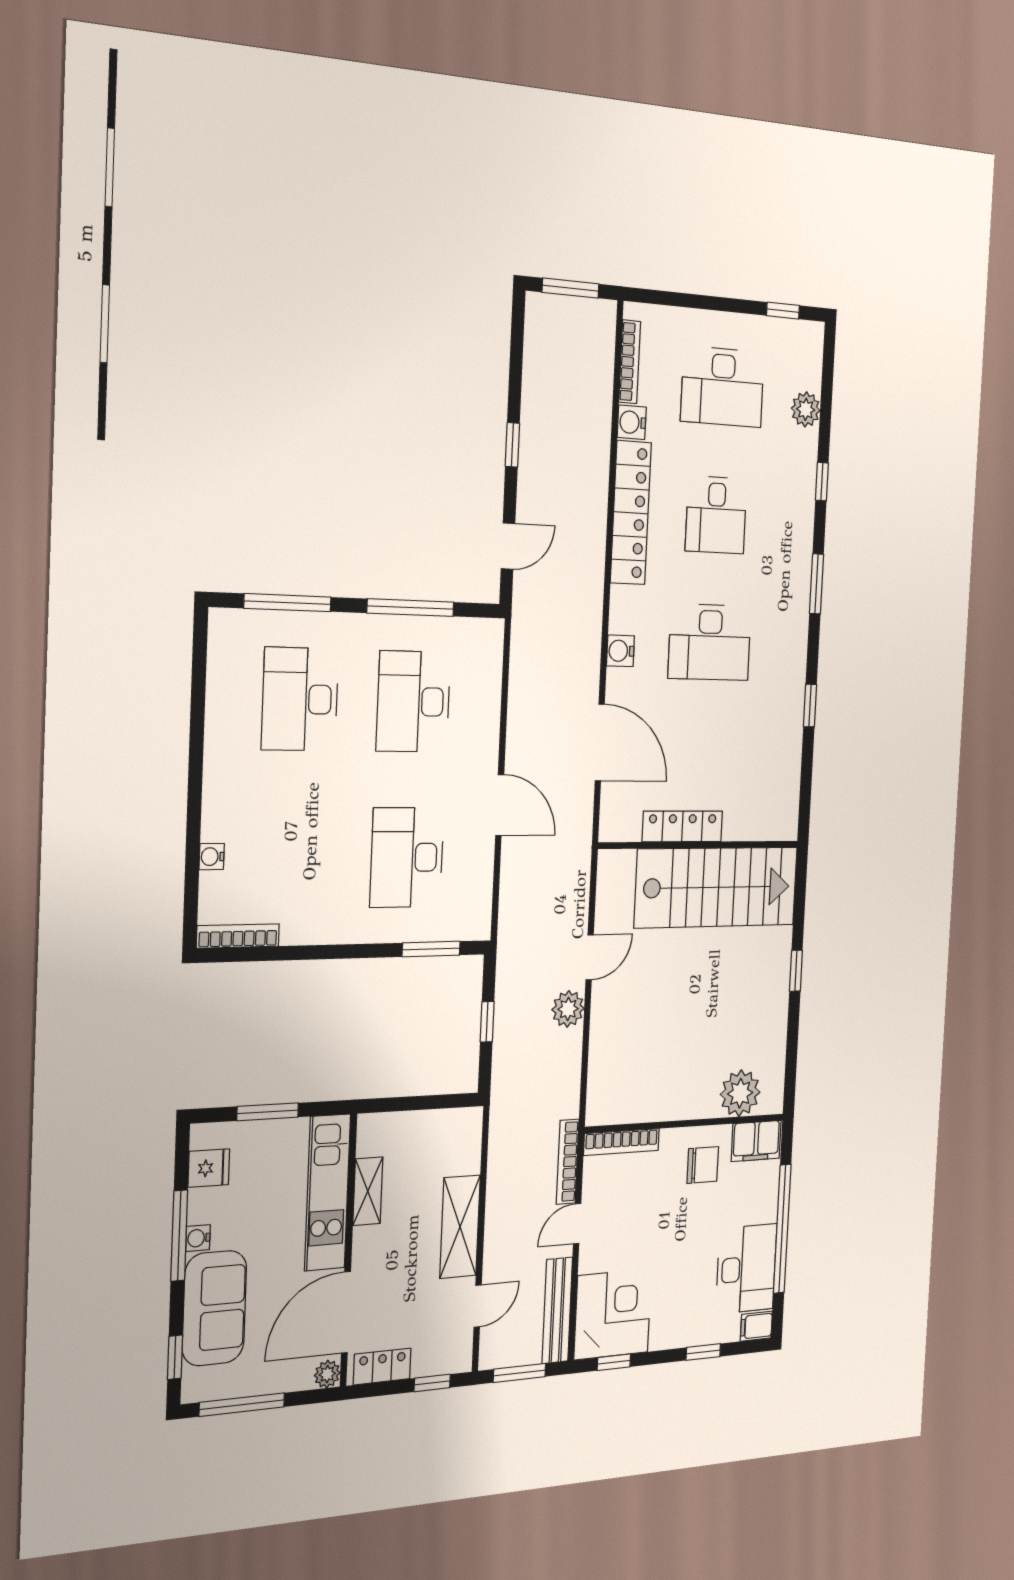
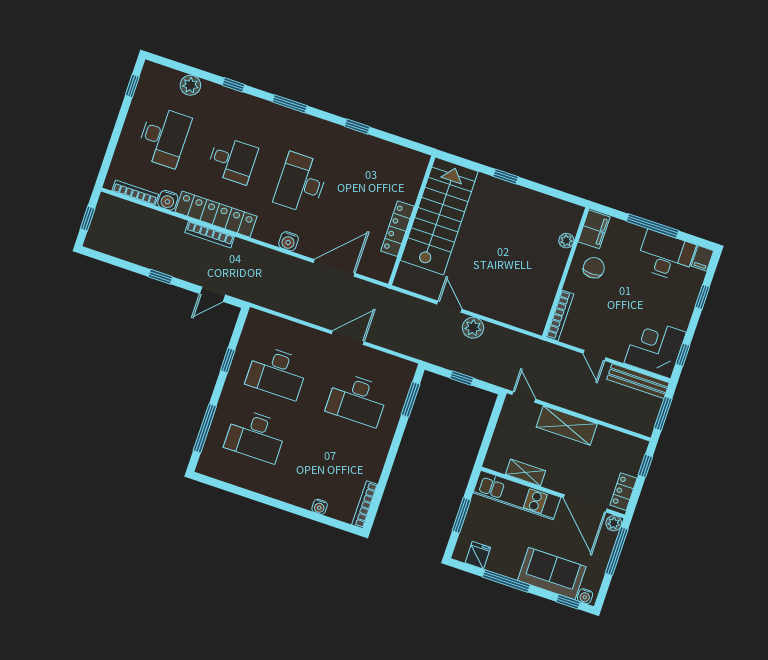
window: (571, 288) -> (88, 219), width x0.67
door: (508, 546) -> (212, 294), swing flipped
window: (411, 607) -> (228, 360), width x0.46
desk: (710, 642) -> (301, 183), turned 180
plant: (740, 1093) -> (566, 241), width x0.53, depth x0.53
bookcase: (568, 1162) -> (210, 234), moved
window: (782, 1229) -> (652, 226), width x0.68
water cooler: (198, 1238) -> (585, 596), moved
door: (478, 1306) -> (524, 397), moved
window: (242, 1405) -> (617, 551), moved

